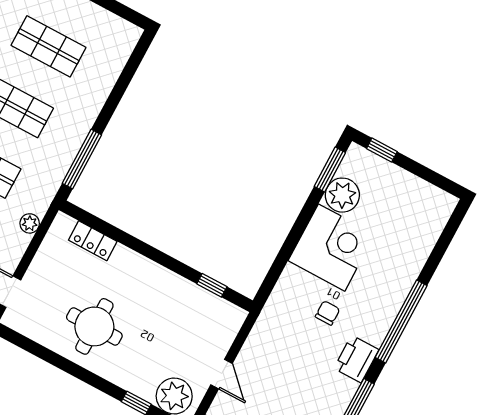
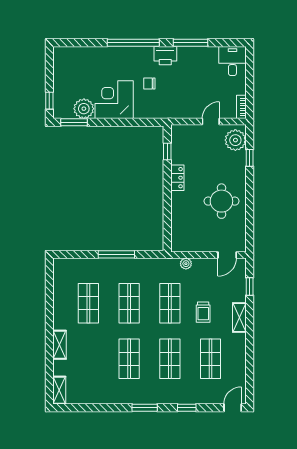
window: (82, 159) -> (116, 254), moved
locker: (93, 241) -> (177, 178), moved

